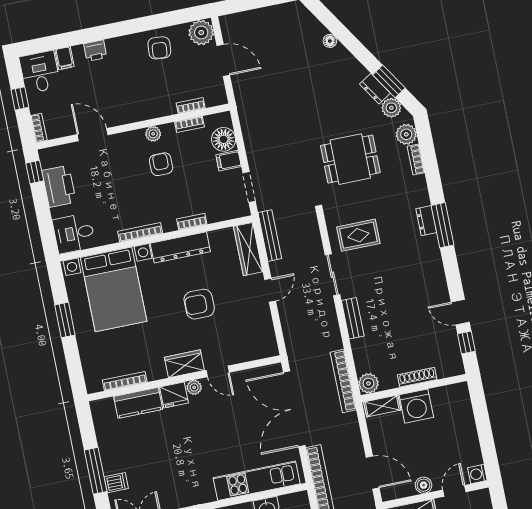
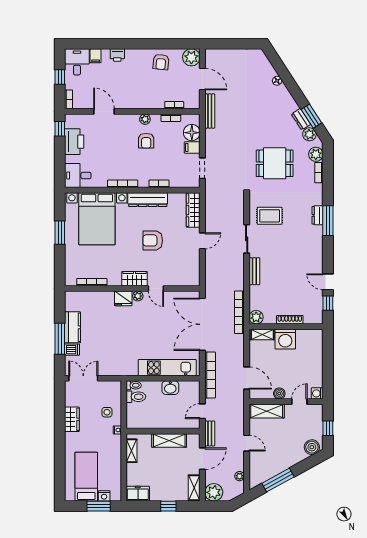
armchair: (161, 164) -> (146, 141), turned 180
bench: (270, 236) -> (210, 111), moved
kitchen counter: (138, 403) -> (73, 327), moved, turned -90

